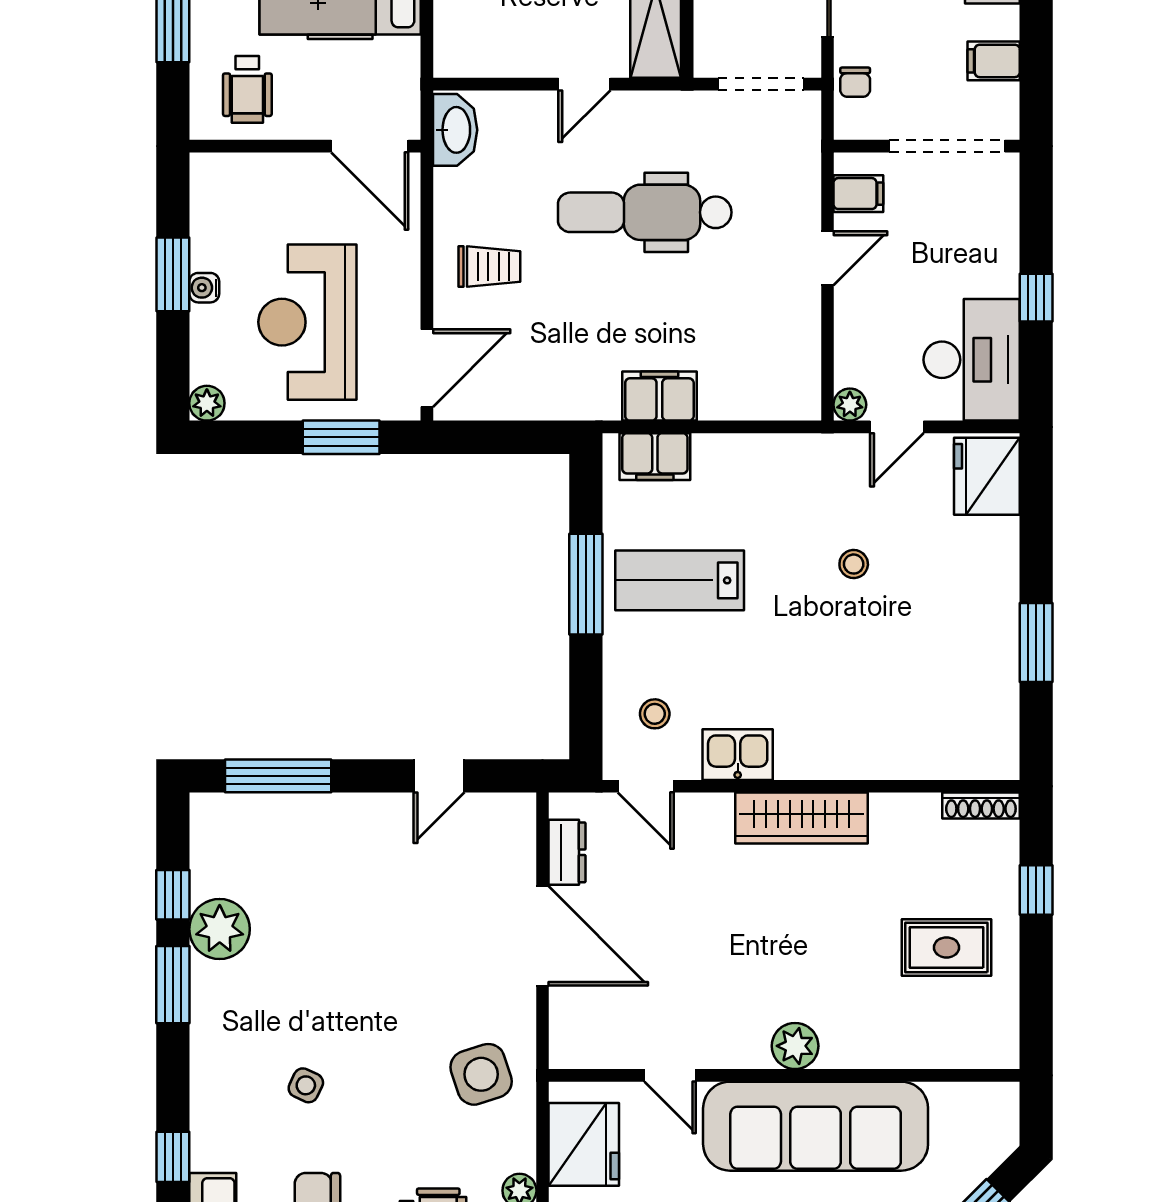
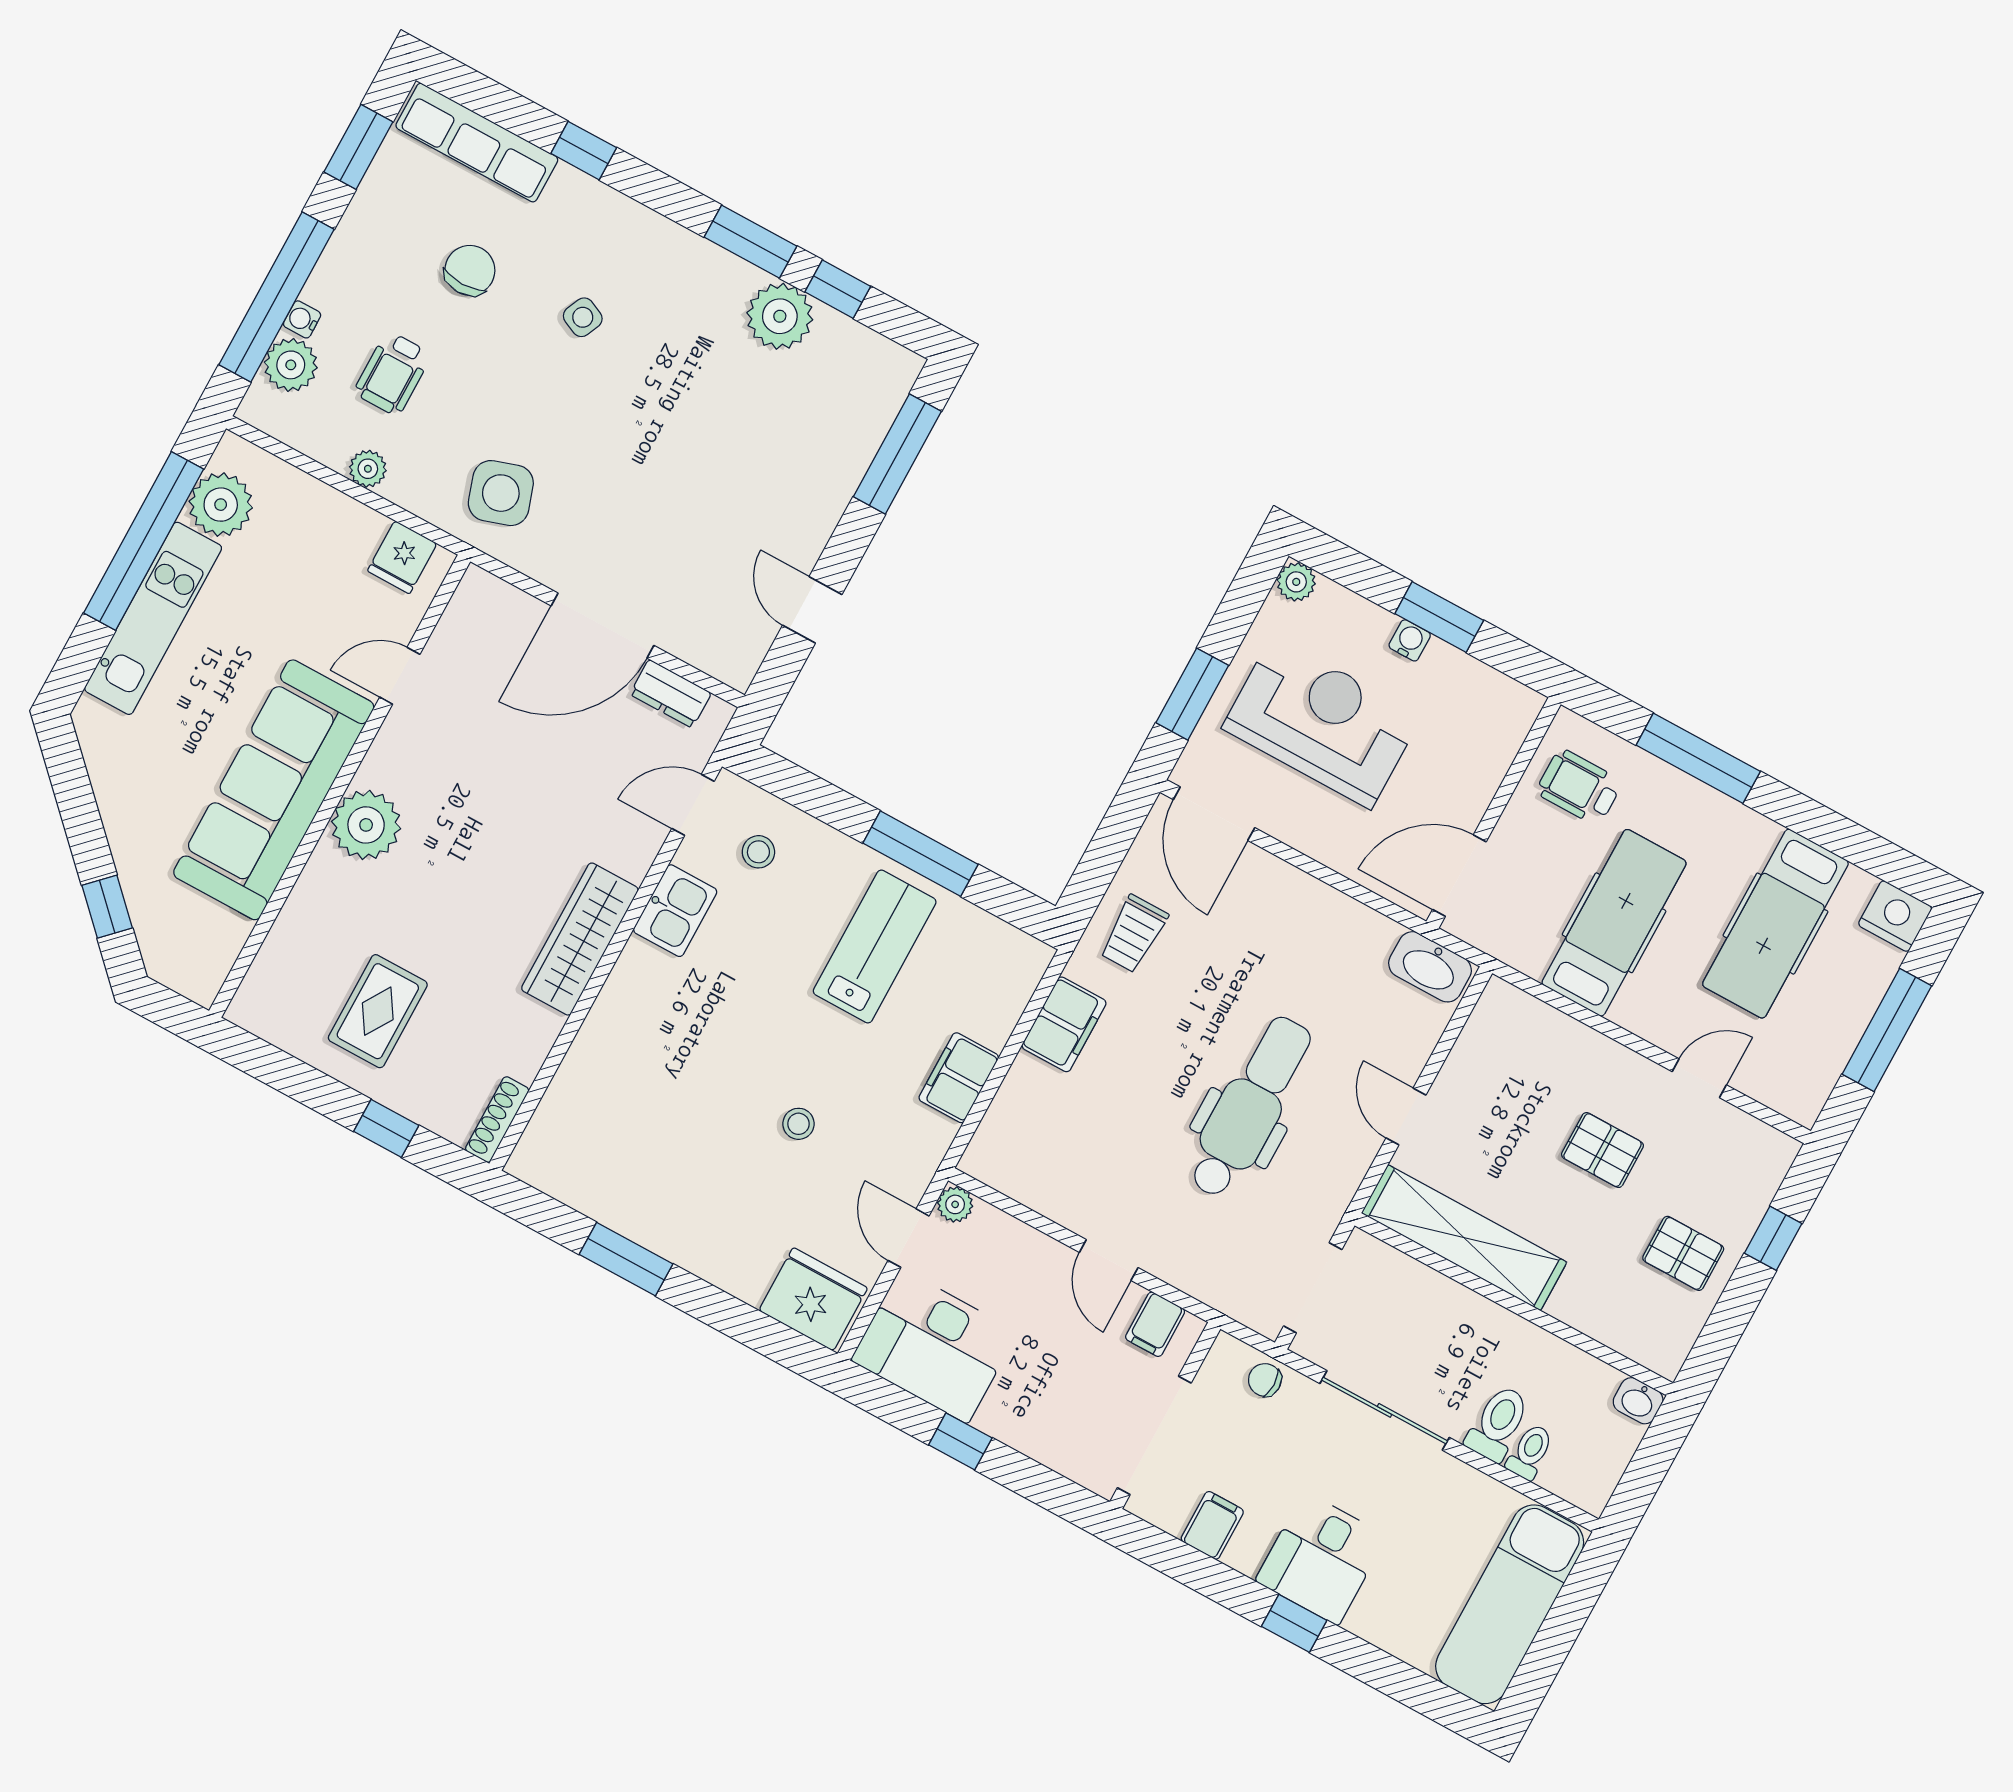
trolley: (489, 267) -> (1134, 934), moved
filing cabinet: (655, 457) -> (959, 1078), moved
plant: (795, 1046) -> (366, 825), width x1.36, depth x1.36
fridge: (584, 1144) -> (402, 557), width x0.53, depth x0.75

